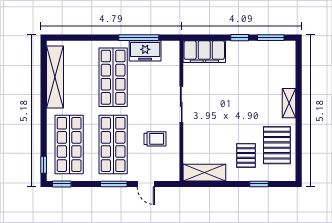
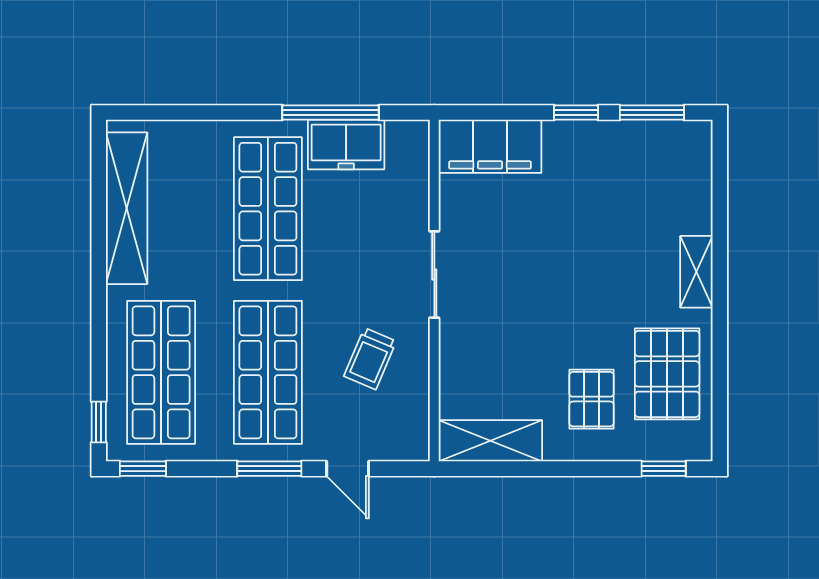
trolley: (155, 139) -> (370, 359), turned 113
window: (259, 184) -> (664, 469), moved

